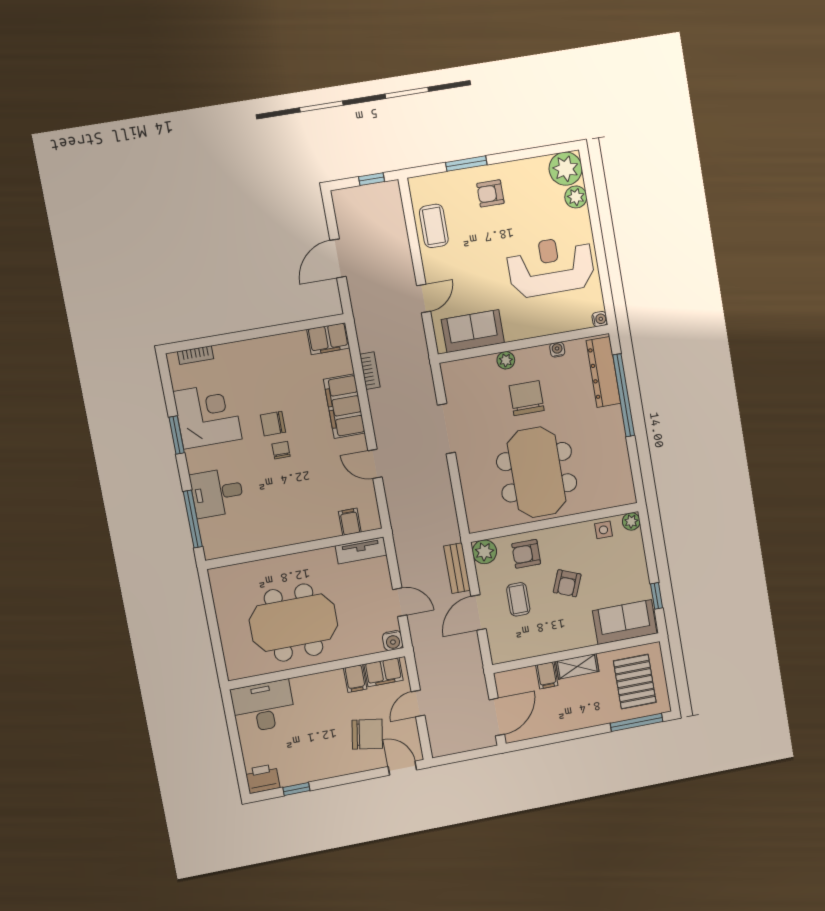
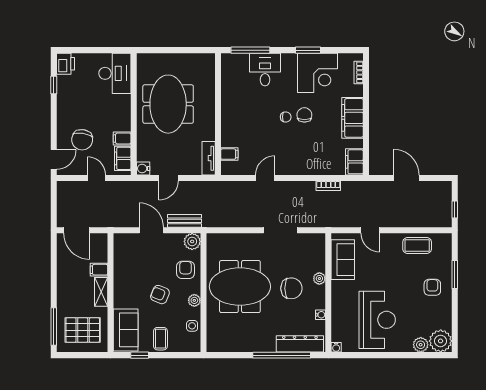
filing cabinet: (344, 406) -> (353, 118), moved, turned -90
plant: (631, 521) -> (194, 300), moved
coffee table: (518, 599) -> (160, 339), moved, turned 90

